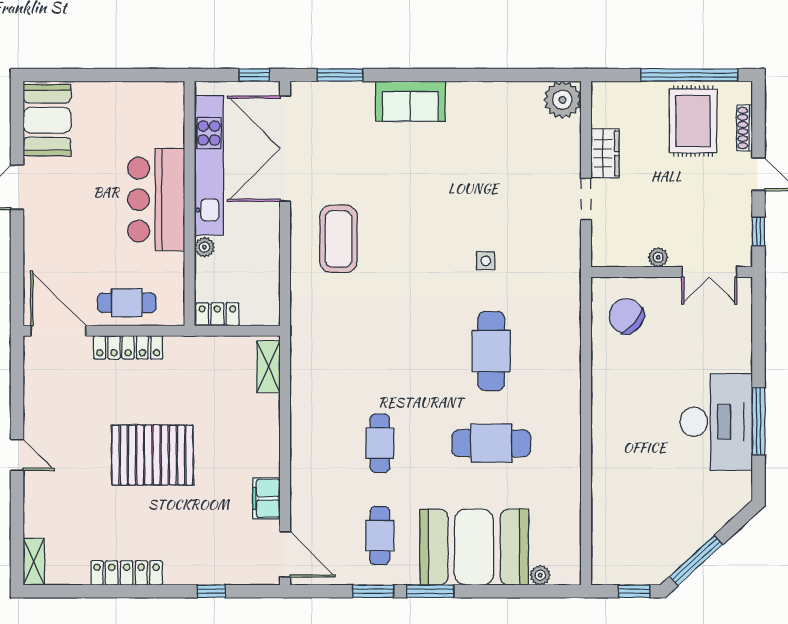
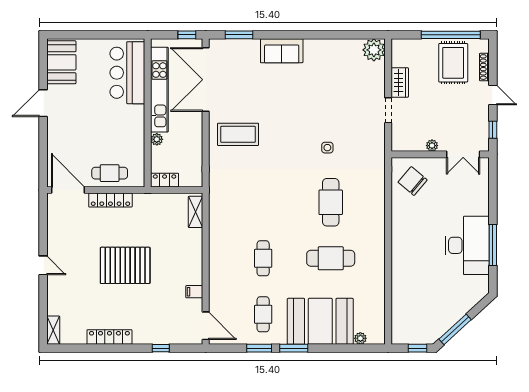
bar counter: (156, 200) -> (127, 73), moved
coffee table: (338, 239) -> (238, 134), turned 90
filing cabinet: (266, 498) -> (194, 292), width x0.50

